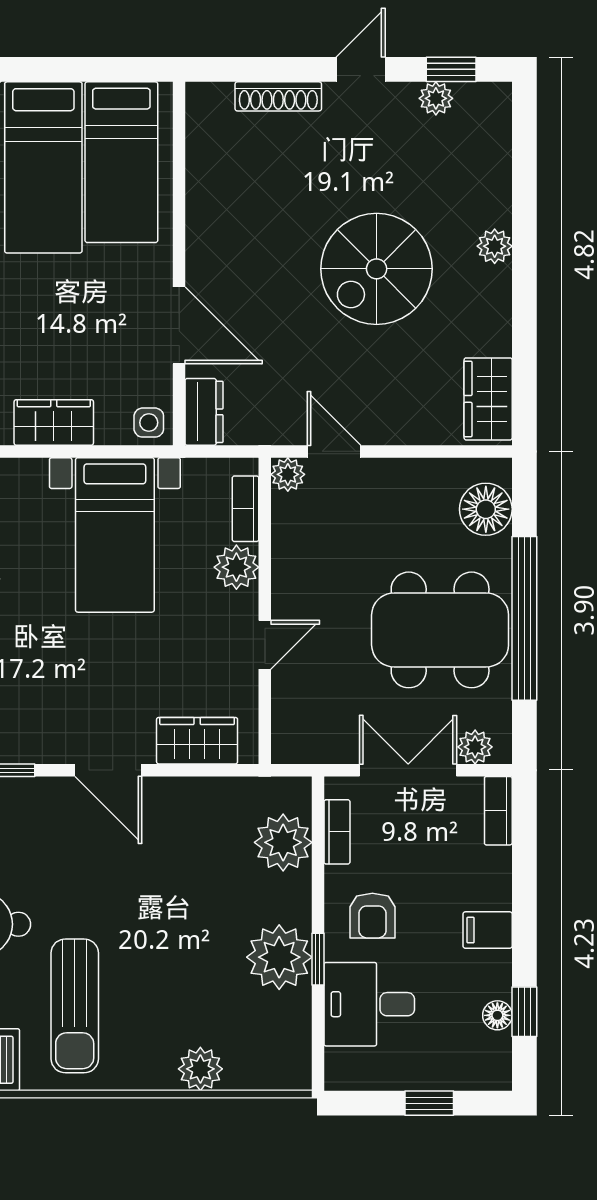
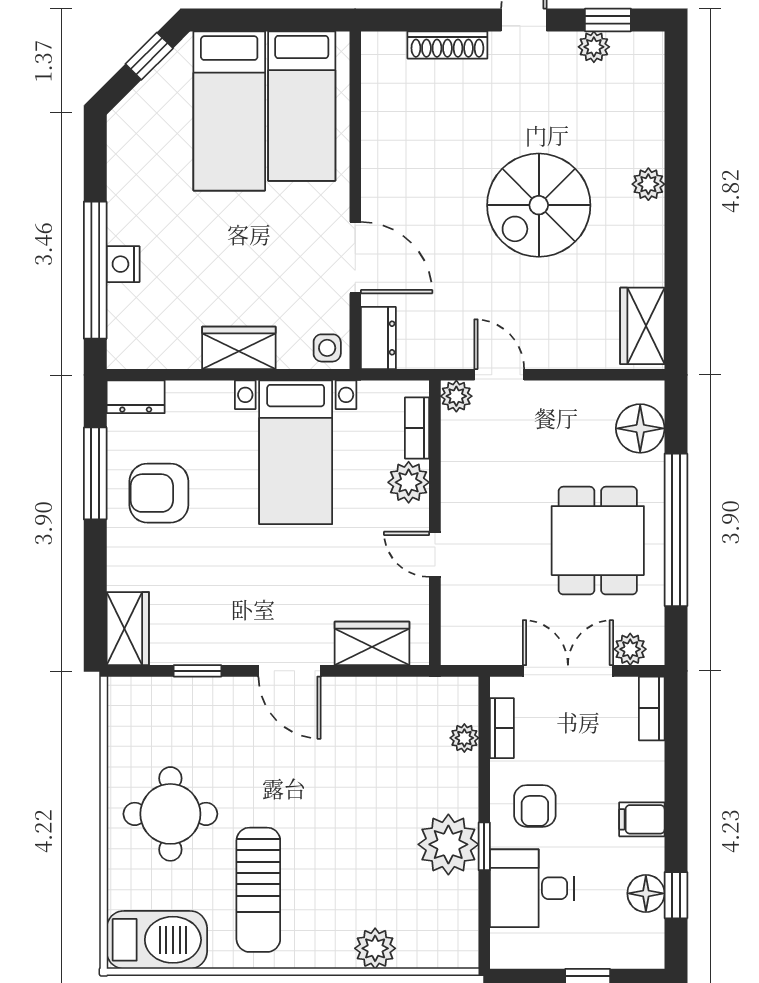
dining table: (440, 630) -> (598, 541), width x0.73
door: (265, 645) -> (435, 554), swing flipped
plant: (283, 842) -> (464, 738), width x0.53, depth x0.53
floor lamp: (497, 1015) -> (646, 893), width x1.37, depth x1.37

